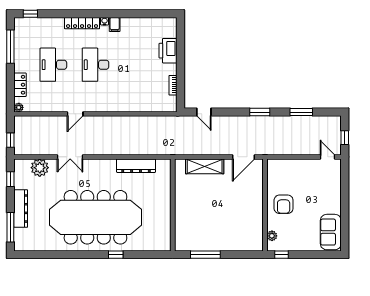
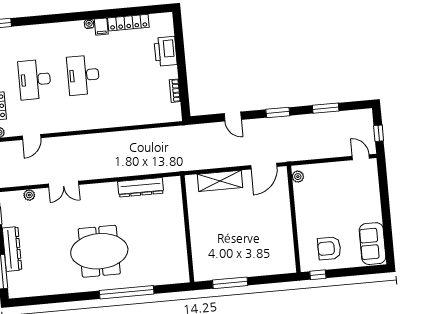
locker: (82, 23) -> (128, 23), moved
door: (204, 112) -> (233, 117), moved
door: (75, 114) -> (32, 137), moved
plant: (40, 168) -> (29, 195), width x0.53, depth x0.53
armchair: (284, 204) -> (329, 248), moved, turned 90
meeting table: (95, 217) -> (99, 251), width x0.54, depth x0.79
plant: (272, 236) -> (298, 177), moved
window: (116, 255) -> (127, 292), width x3.17

